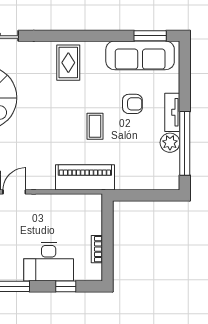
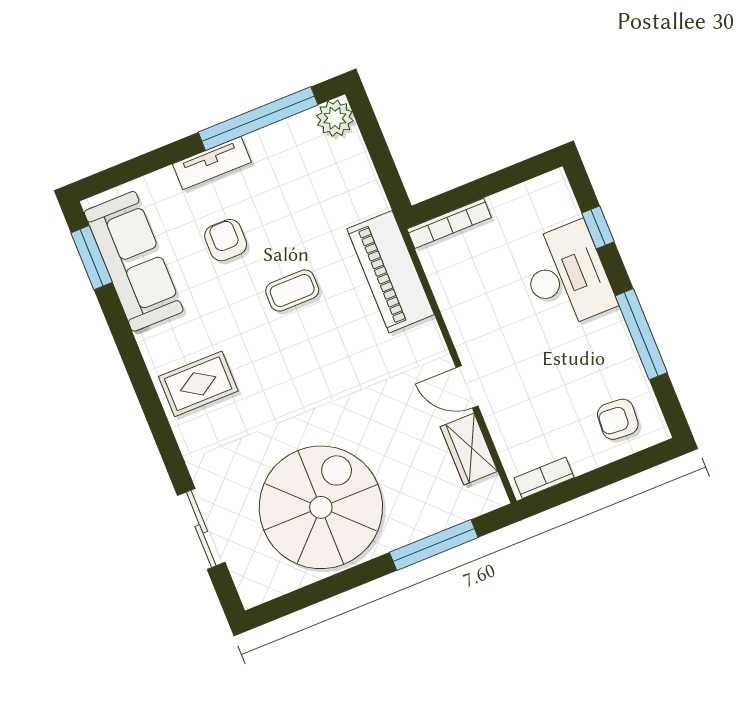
plant: (170, 143) -> (335, 118), moved
bookcase: (97, 249) -> (449, 223), moved, width x1.56

